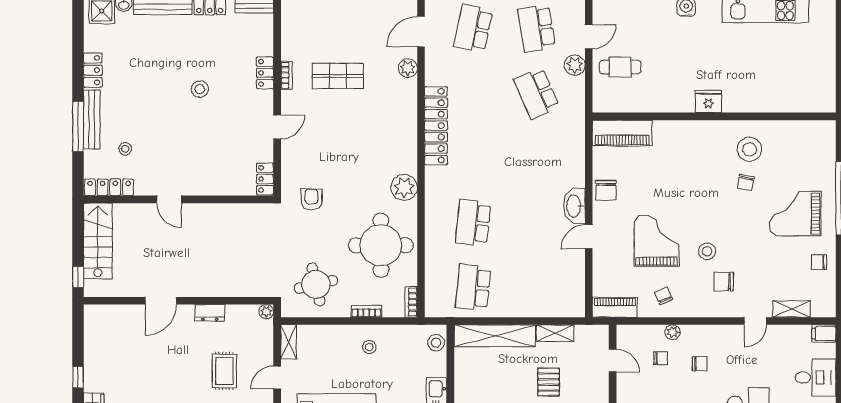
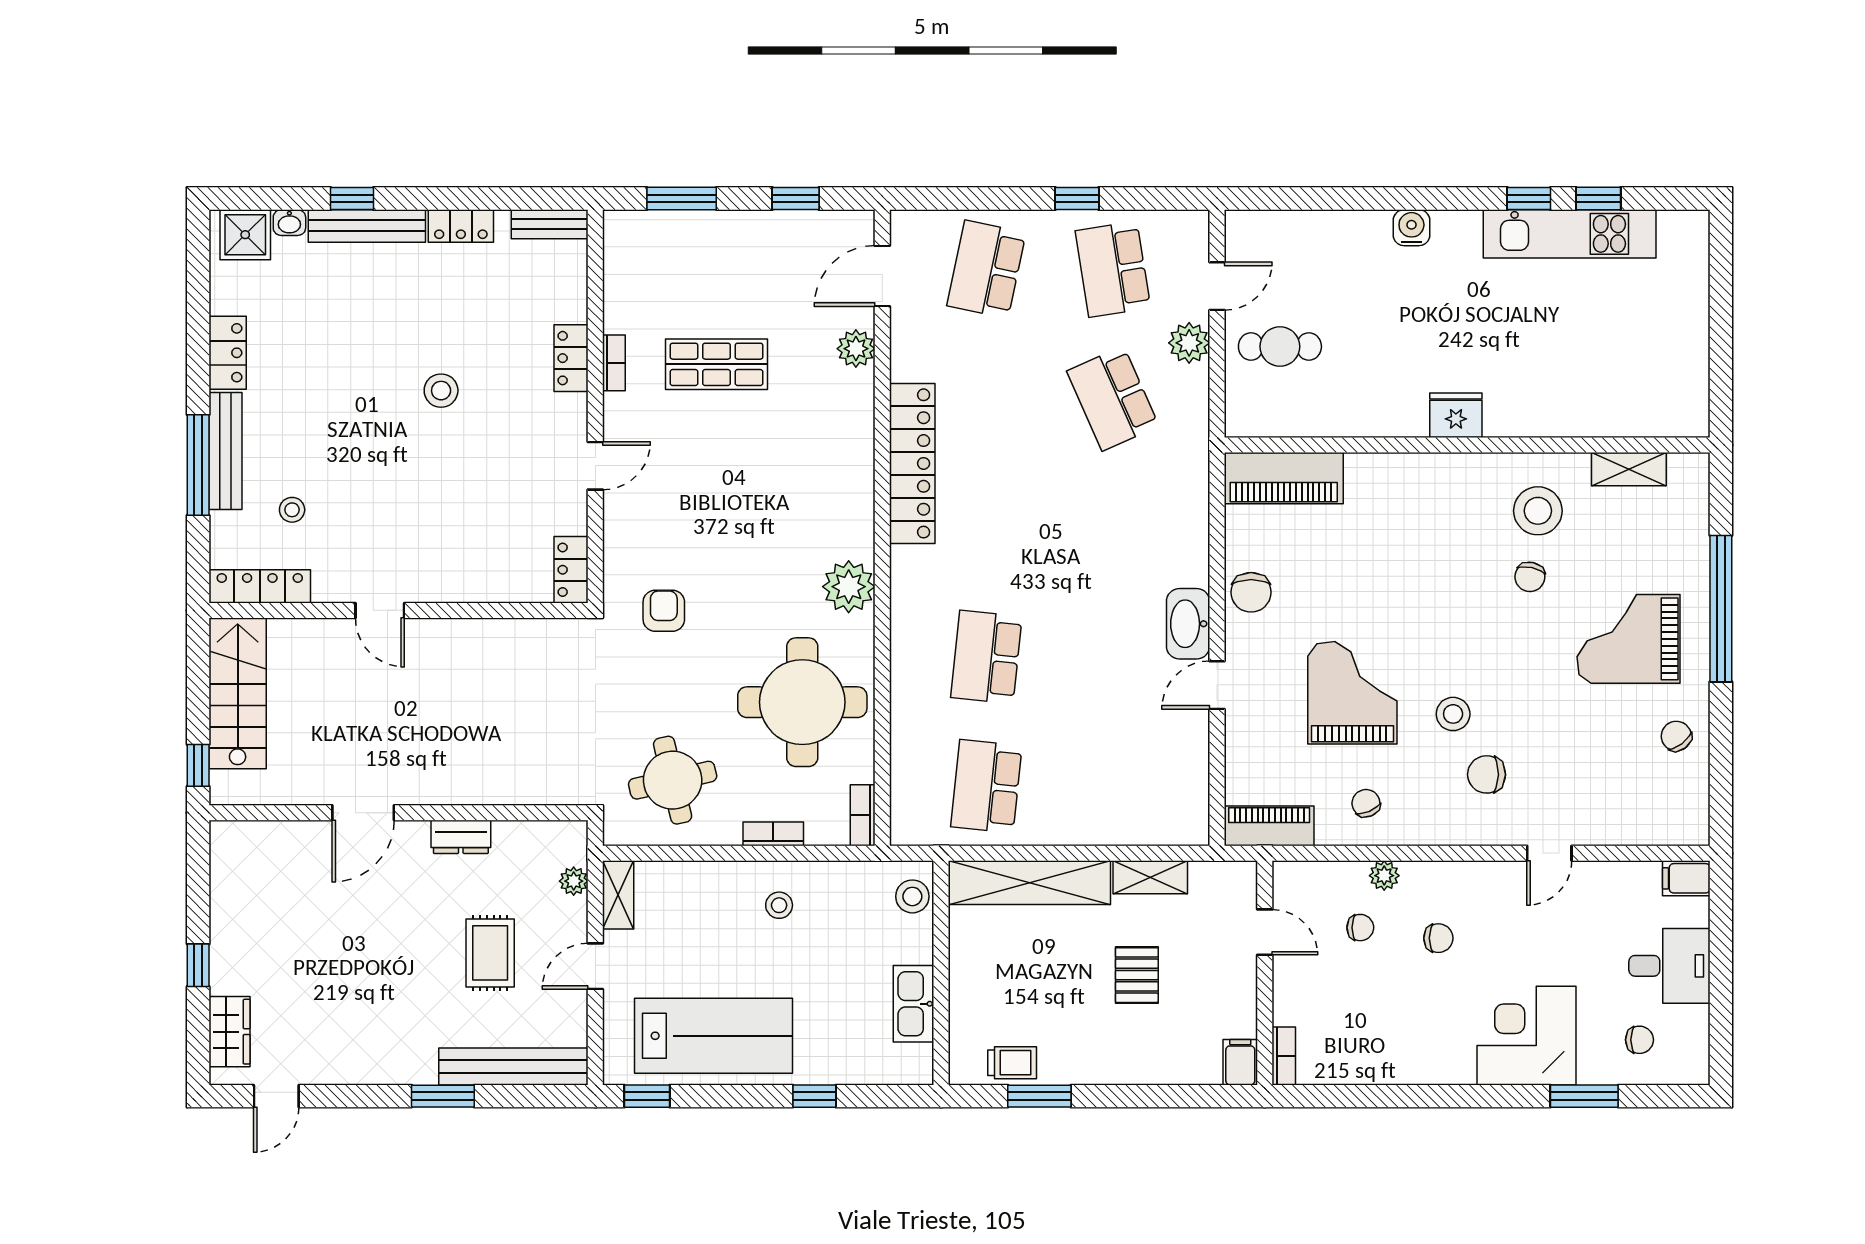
chair: (819, 262) -> (1676, 736), turned 53
shelving: (792, 309) -> (1629, 469), moved
plant: (266, 312) -> (574, 881), moved

